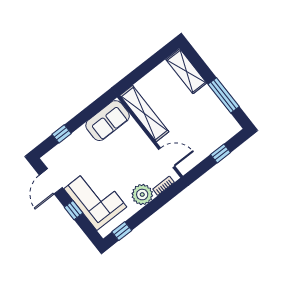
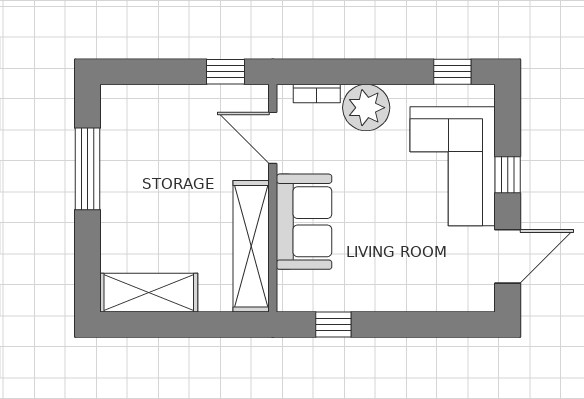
shelving: (186, 71) -> (149, 293), moved, turned 90
sofa: (108, 121) -> (304, 222), moved, turned 90
window: (62, 134) -> (333, 325), moved
window: (221, 153) -> (225, 72), moved

